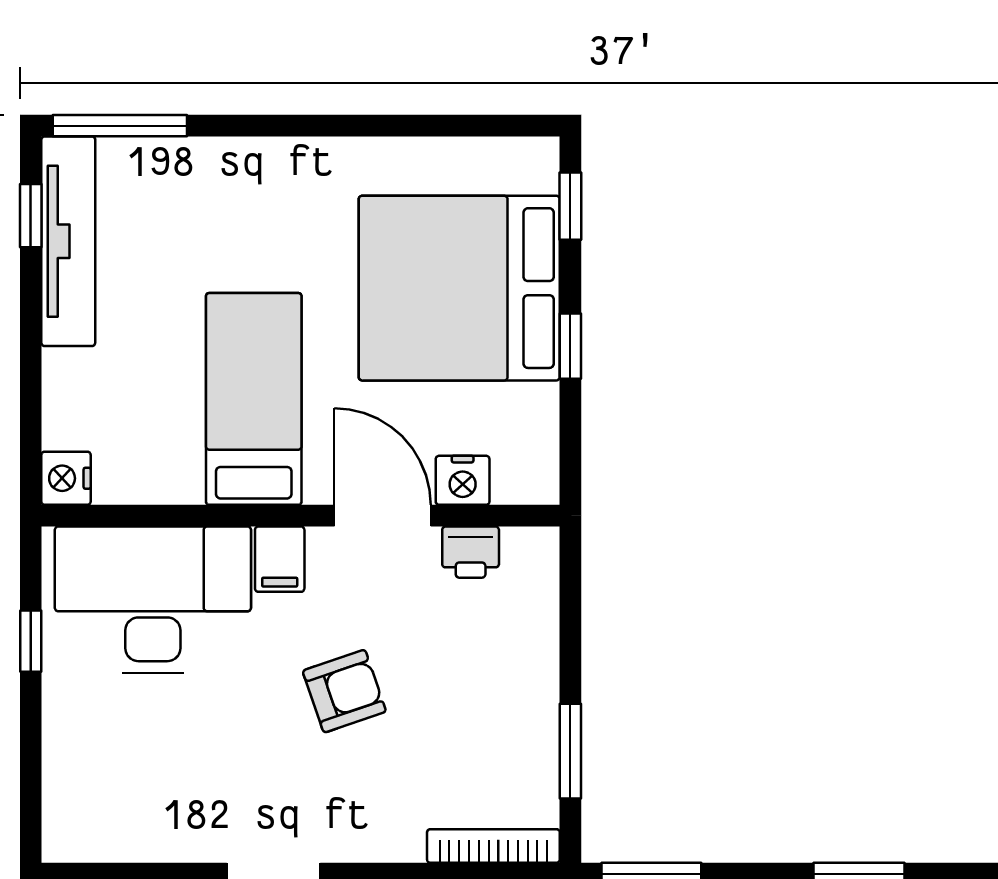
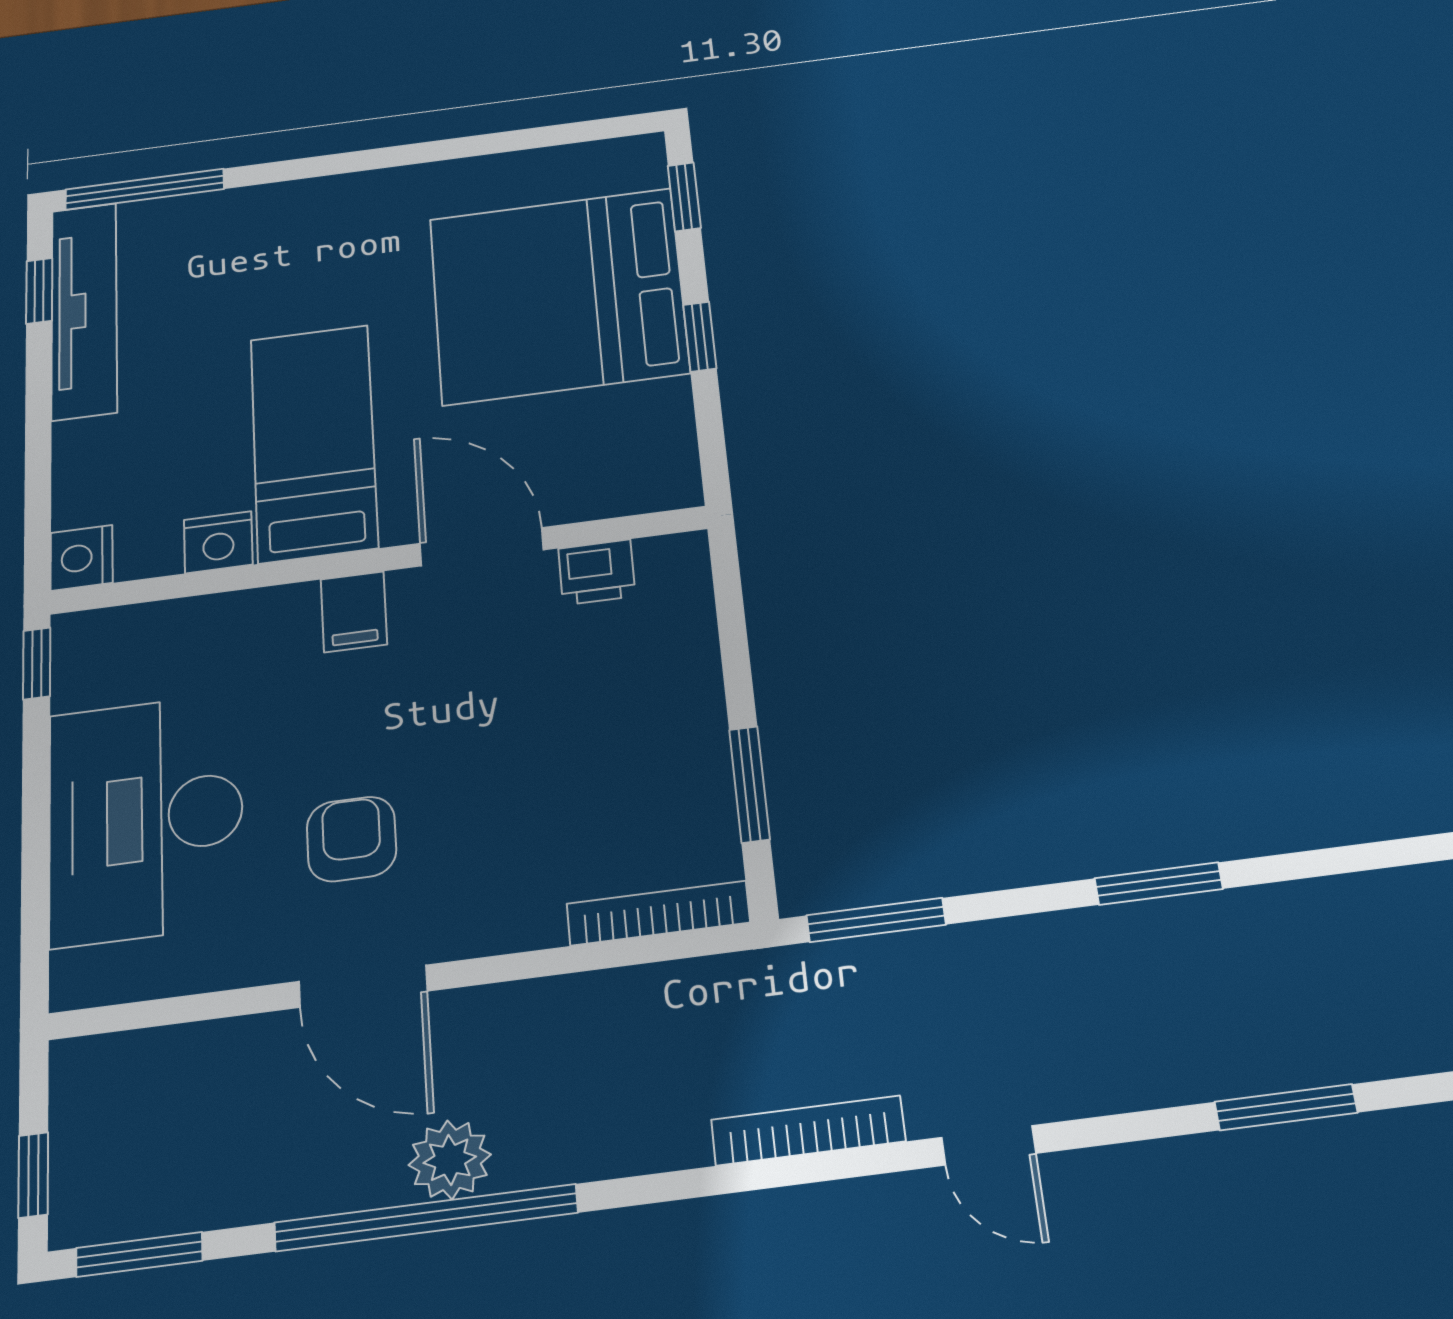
nightstand: (463, 480) -> (218, 542), moved
desk: (153, 600) -> (146, 818), moved, turned -90
window: (31, 641) -> (37, 663), moved
armchair: (344, 691) -> (351, 839), moved, turned -71

